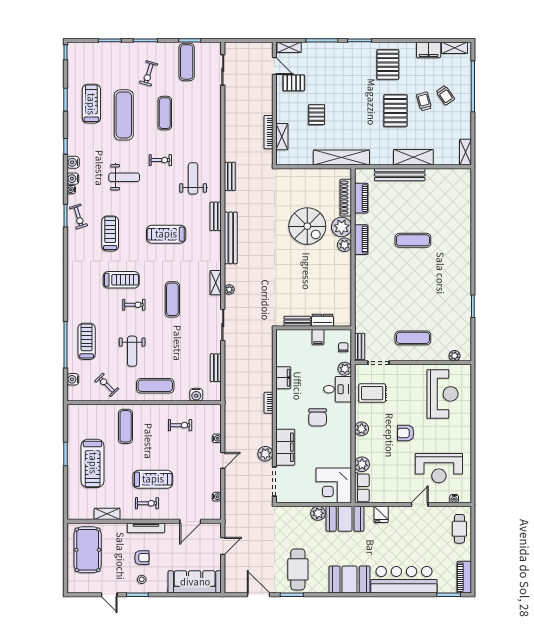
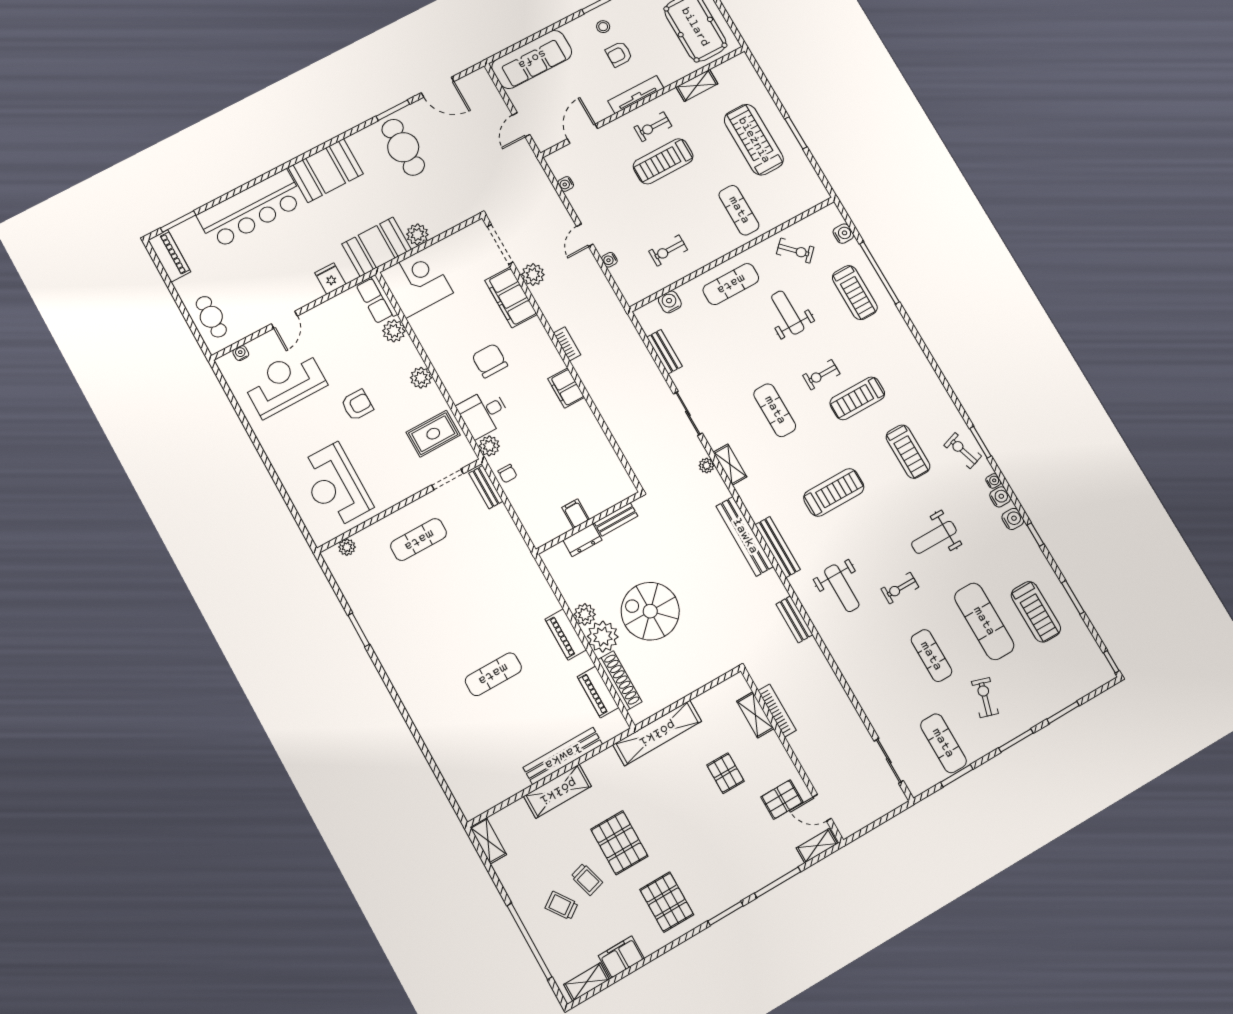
bench: (216, 216) -> (778, 547), width x1.36
dresser: (323, 320) -> (582, 540), moved
bench: (297, 321) -> (616, 519), moved
wall: (314, 328) -> (589, 523), moved
filing cabinet: (318, 337) -> (576, 514), moved

